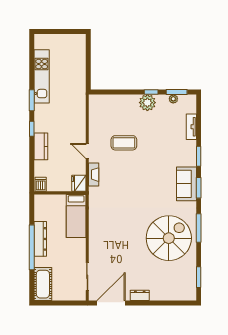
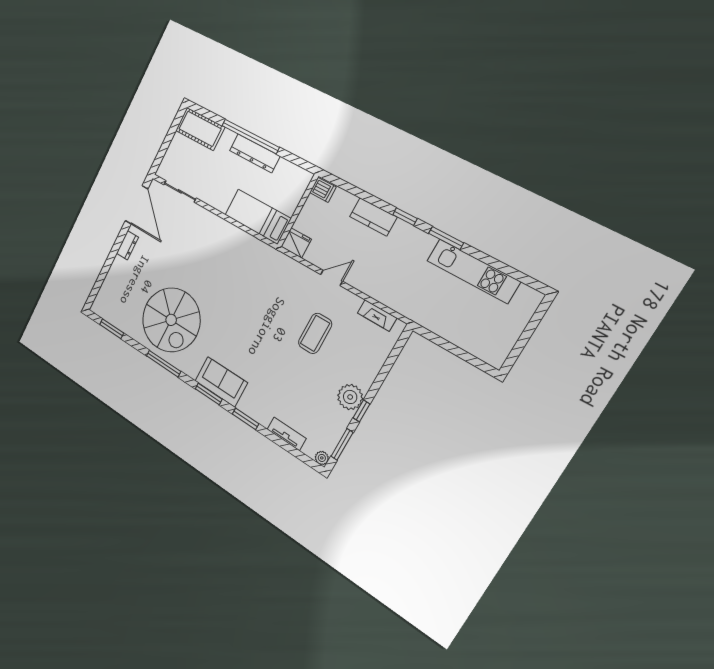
plant: (173, 99) -> (322, 458), moved
fireplace: (94, 175) -> (377, 315), moved

